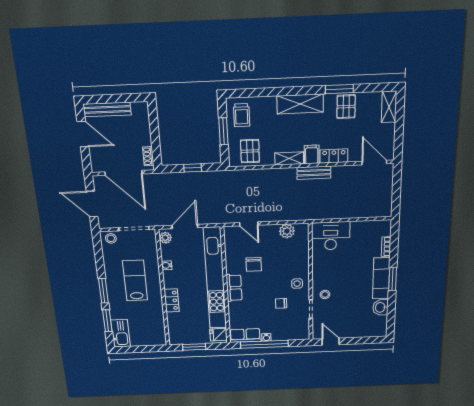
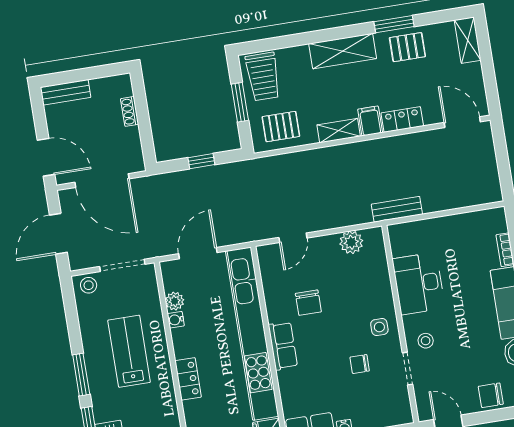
pallet: (346, 107) -> (407, 47), turned 90
bench: (107, 109) -> (65, 92), width x0.73
trolley: (242, 115) -> (263, 76), width x1.36, depth x1.39
door: (83, 134) -> (46, 157), moved
pallet: (250, 151) -> (281, 127), turned 90
shoe rack: (148, 156) -> (130, 111), moved
bench: (314, 173) -> (397, 209), moved
door: (92, 204) -> (58, 234), hinge flipped
door: (249, 224) -> (293, 238), hinge flipped
desk: (331, 236) -> (419, 283), moved, turned -90
plant: (165, 238) -> (175, 301), moved
chair: (360, 329) -> (491, 395), added

